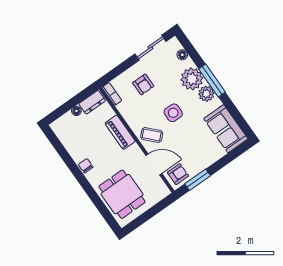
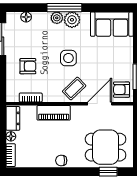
plant: (192, 79) -> (57, 18), width x0.53, depth x0.53
bookcase: (112, 94) -> (31, 97), moved
bookcase: (61, 122) -> (11, 155), added
armchair: (178, 174) -> (122, 90), turned -90
window: (104, 210) -> (108, 172), added

